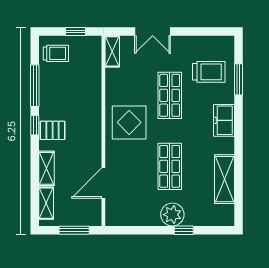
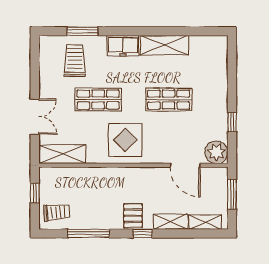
shelving: (112, 51) -> (62, 154), width x1.50, depth x1.33
trolley: (56, 53) -> (57, 212), turned 85
window: (35, 125) -> (143, 234), moved
shelving: (225, 179) -> (164, 45), moved
plant: (172, 215) -> (216, 152), moved
window: (184, 230) -> (232, 122), moved

